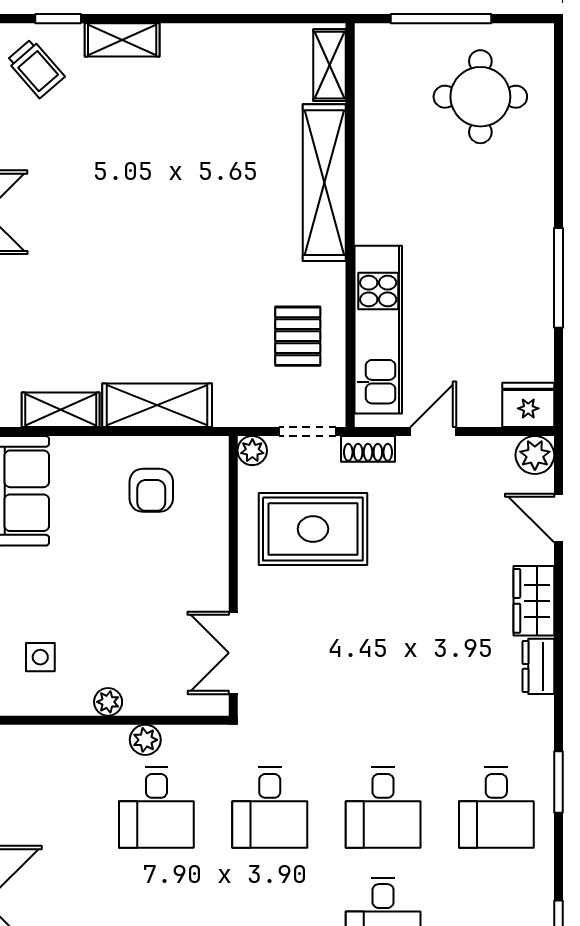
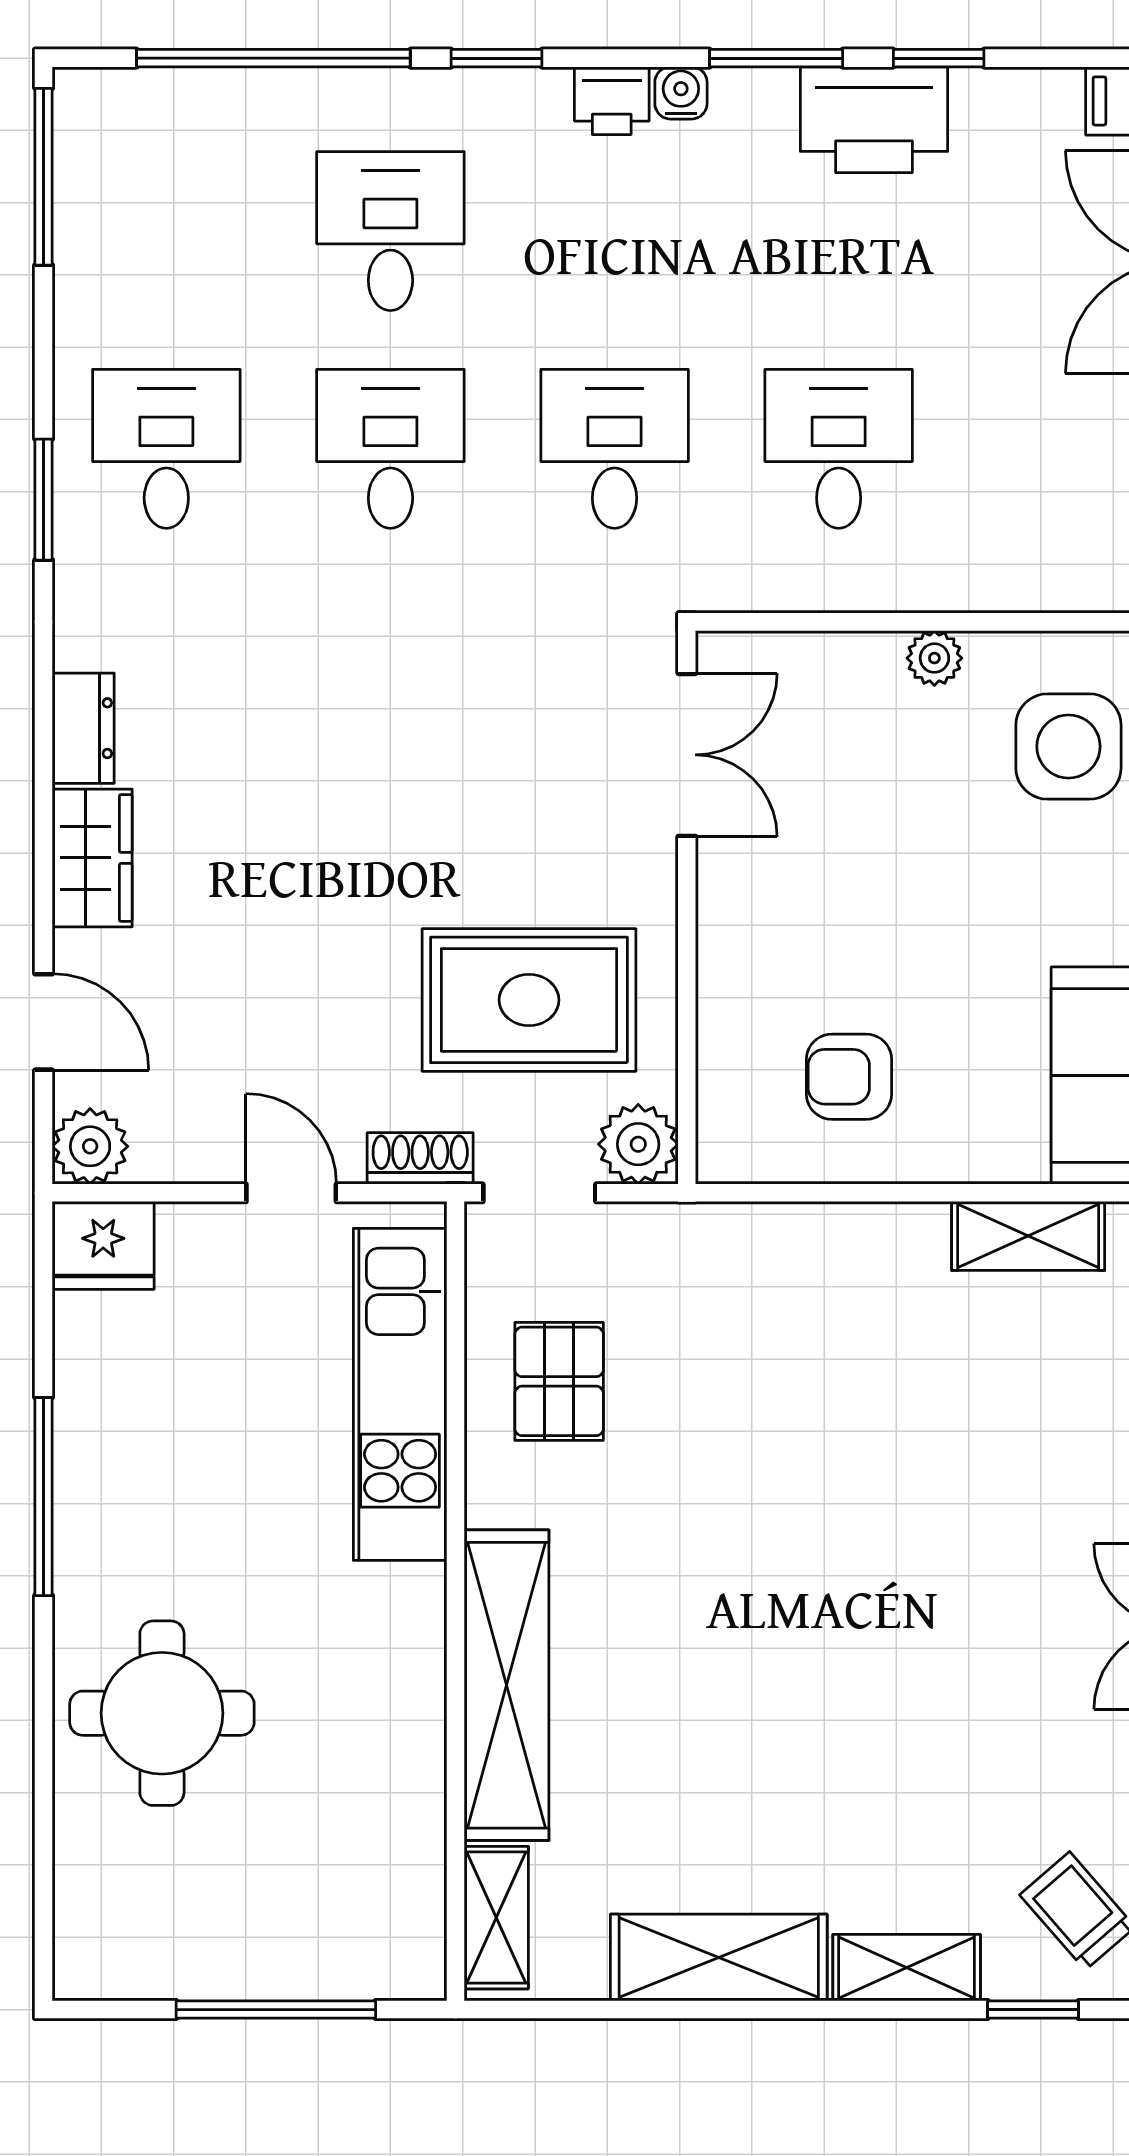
round table: (480, 97) -> (162, 1713), moved
shelving: (157, 405) -> (719, 1958), moved
door: (433, 432) -> (291, 1193), swing flipped
plant: (252, 451) -> (638, 1144), width x1.38, depth x1.38
armchair: (151, 490) -> (849, 1077), turned -90
side table: (40, 657) -> (1068, 746), width x1.87, depth x1.87
plant: (145, 740) -> (861, 583), removed

